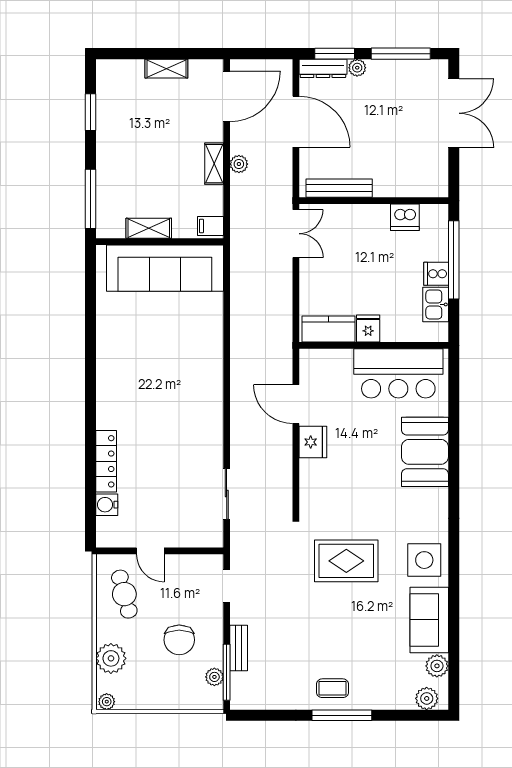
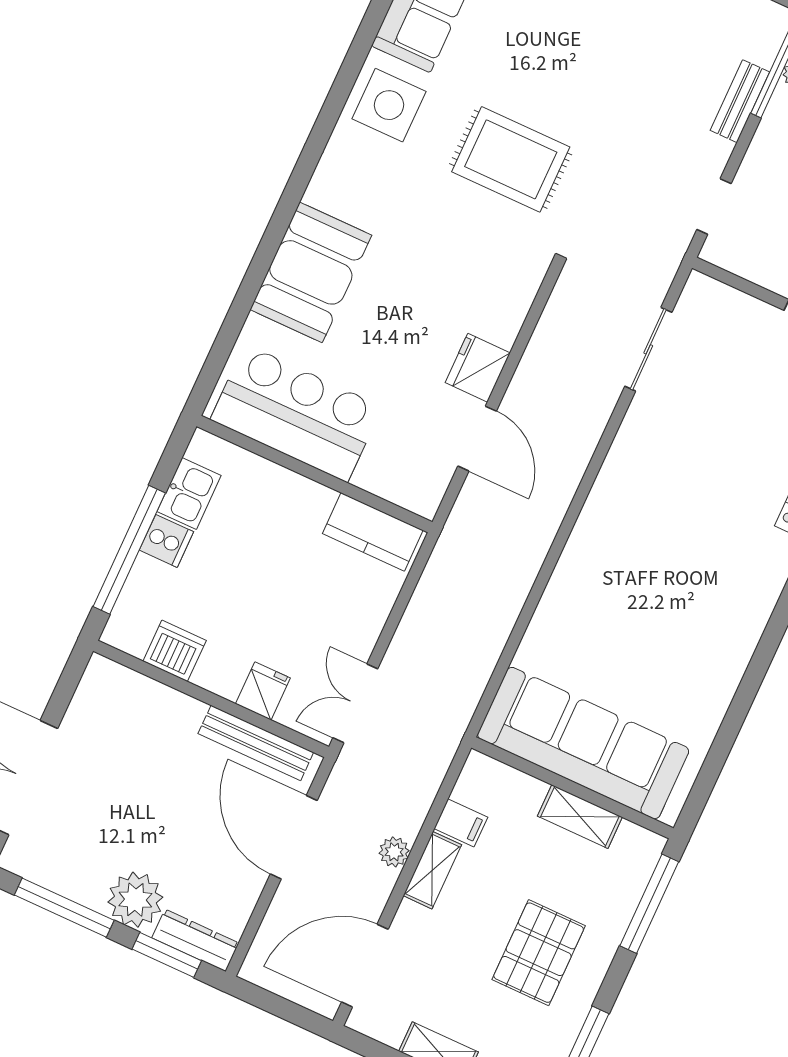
plant: (357, 68) -> (135, 900), width x1.88, depth x1.88
door: (296, 122) -> (294, 837), moved
pallet: (137, 146) -> (539, 953), added
filing cabinet: (211, 226) -> (461, 823), moved
fridge: (368, 329) -> (263, 691), moved, turned 180

